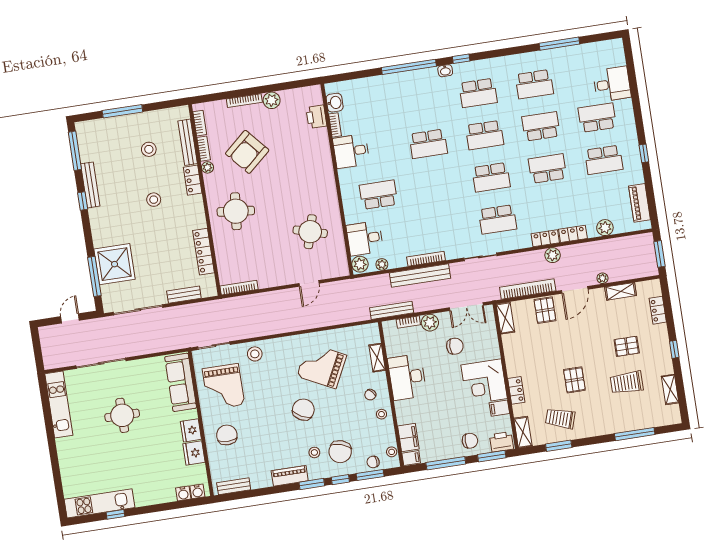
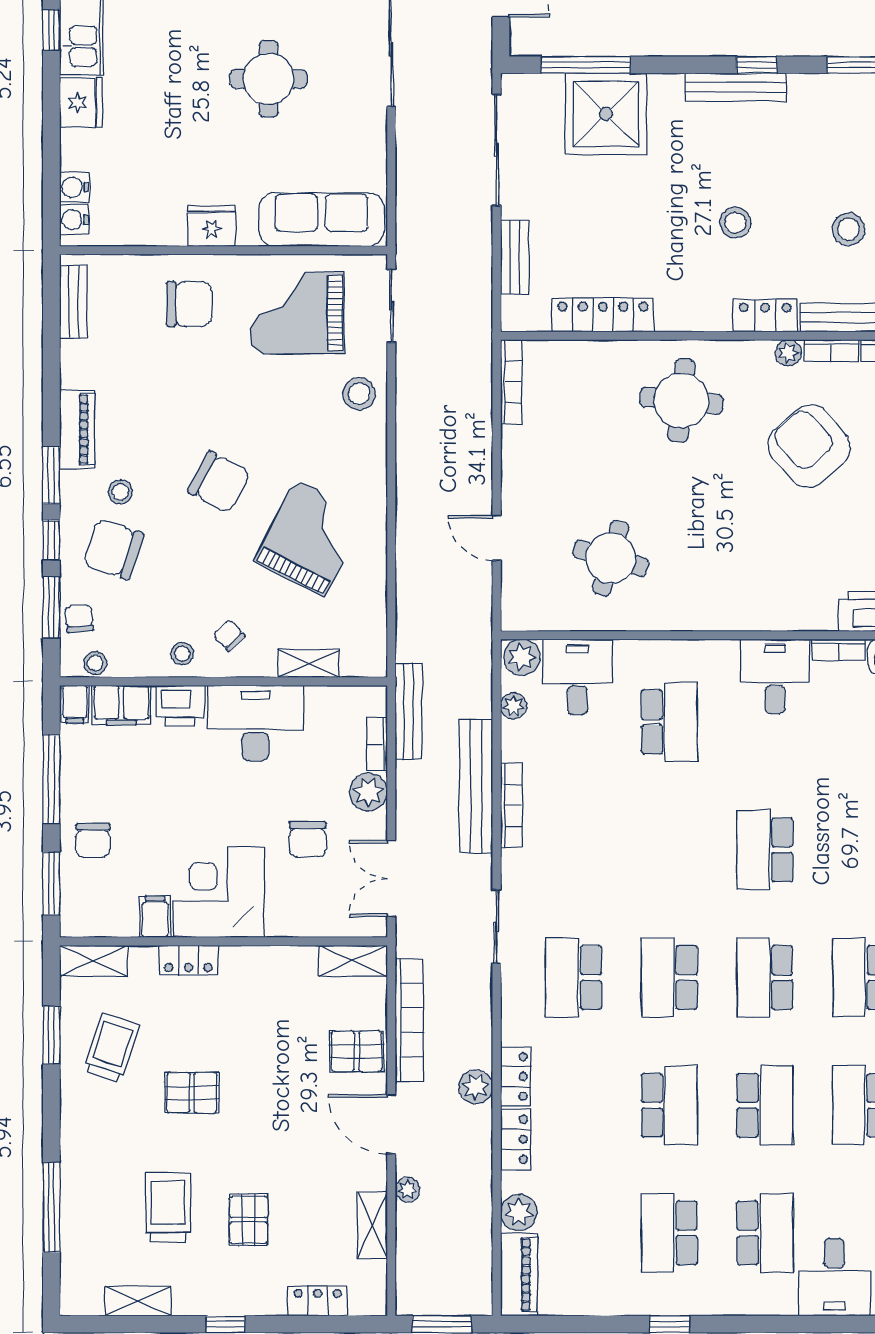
bench: (90, 185) -> (736, 87), moved
piano: (639, 203) -> (519, 1275), moved, turned 90
printer: (501, 442) -> (180, 705), moved, turned 90
fridge: (194, 453) -> (81, 103), moved, turned 90

